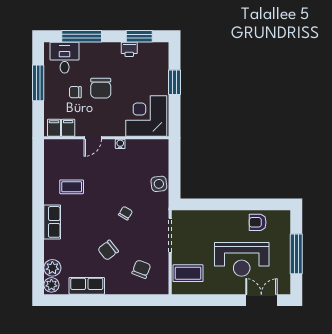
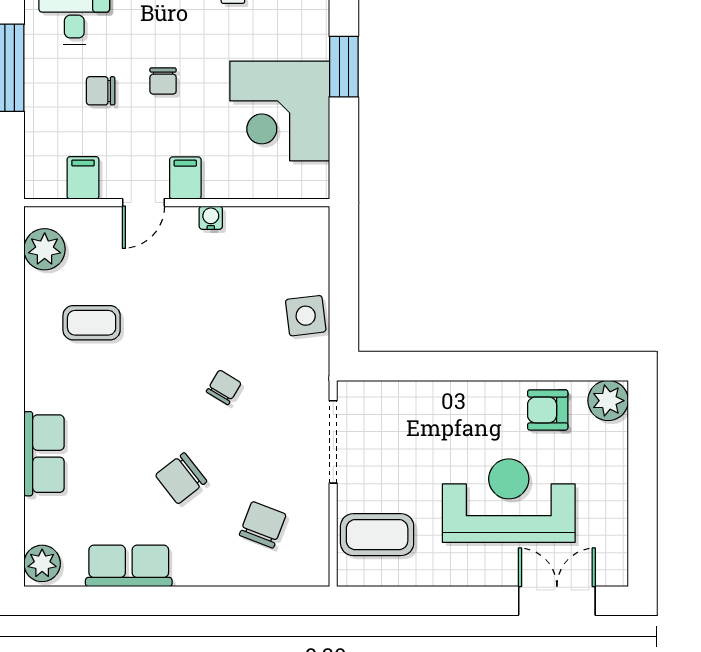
chair: (101, 88) -> (163, 81), width x0.54, depth x0.54
corner desk: (146, 116) -> (280, 111), moved, turned -90
filing cabinet: (54, 128) -> (185, 178), moved
plant: (282, 218) -> (608, 401), added
row of seats: (52, 222) -> (44, 454), moved
window: (296, 254) -> (642, 487), removed
reception desk: (242, 259) -> (509, 501), turned 180
plant: (52, 268) -> (45, 249), moved

